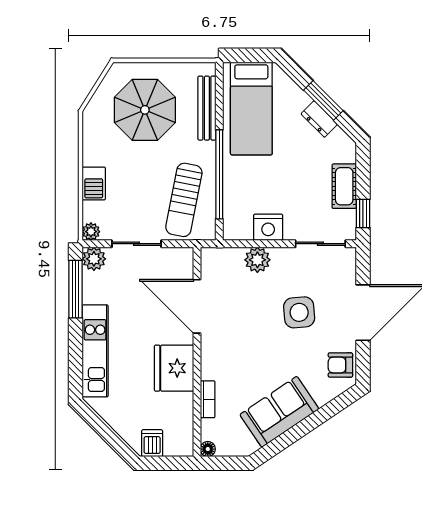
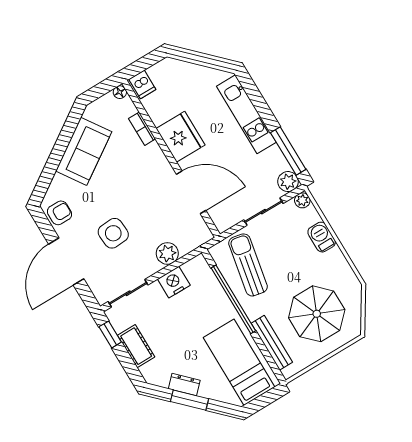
dishwasher: (152, 443) -> (142, 84), moved

